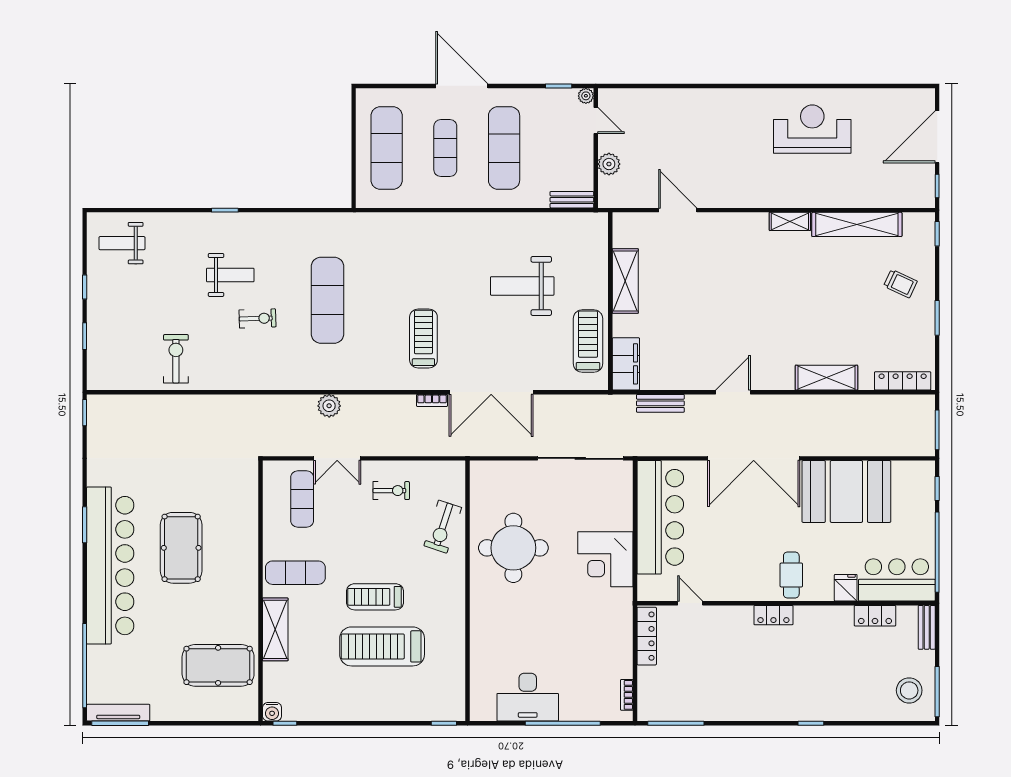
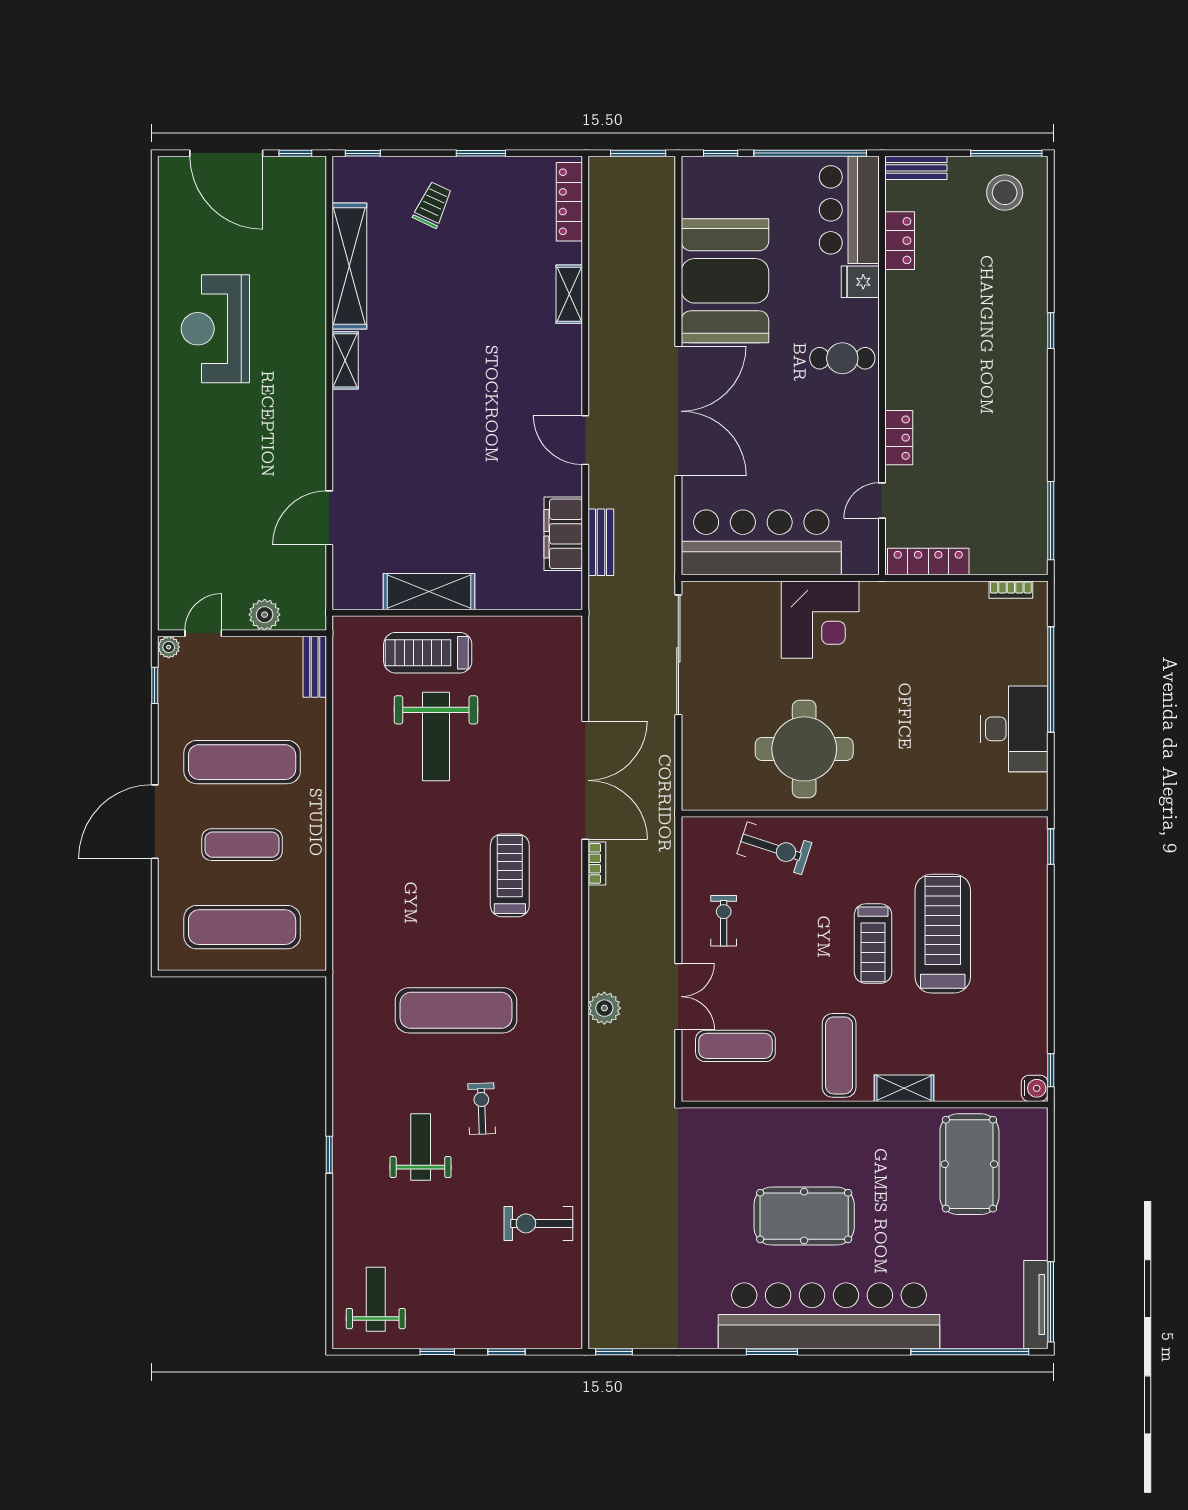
weight bench: (122, 243) -> (376, 1299), turned 180
treadmill: (423, 338) -> (510, 875), turned 90
treadmill: (588, 341) -> (428, 653), moved
filing cabinet: (626, 364) -> (563, 534), moved, turned -90
shelving: (826, 378) -> (569, 294), width x0.67, depth x0.75
locker: (773, 615) -> (899, 438), moved
shelving: (275, 629) -> (904, 1088), width x0.67, depth x0.75
treadmill: (382, 646) -> (943, 934), turned 180

